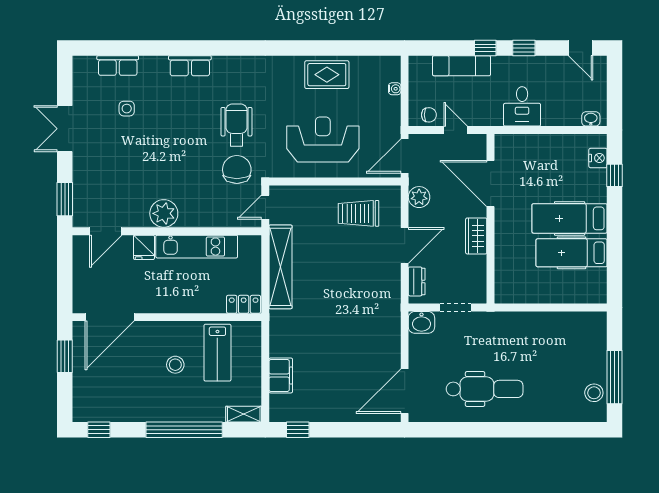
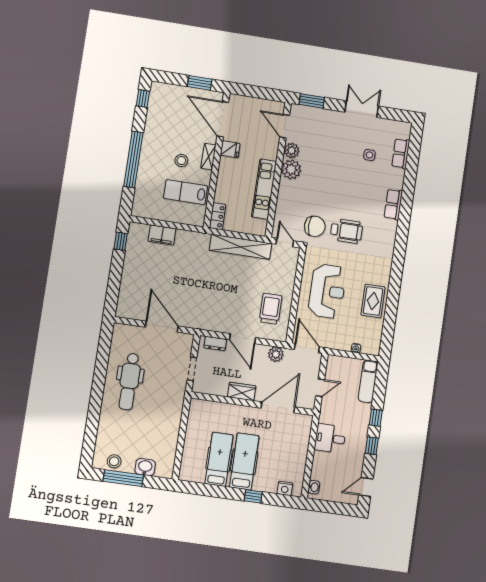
exam couch: (462, 66) -> (368, 381), moved
chair: (429, 115) -> (334, 370), removed
window: (615, 175) -> (253, 496), moved
plant: (138, 217) -> (292, 151), added
fridge: (144, 247) -> (230, 149), moved, turned 180
washbasin: (421, 322) -> (145, 467), moved, turned 90
door: (405, 391) -> (162, 327), moved
shelving: (244, 414) -> (208, 157), moved

